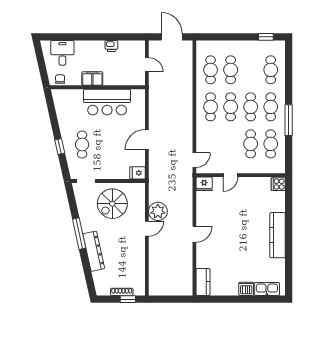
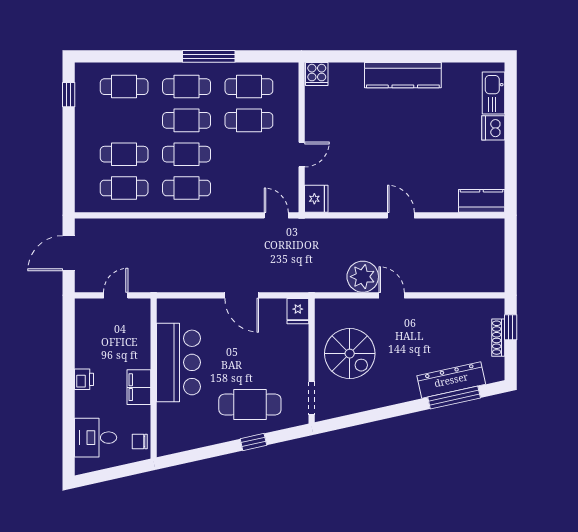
printer: (111, 46) -> (84, 379), moved
cafe table: (82, 144) -> (250, 405), width x1.37, depth x1.35
door: (230, 175) -> (302, 155), hinge flipped
window: (79, 234) -> (454, 397), moved
dresser: (94, 251) -> (451, 380), moved

